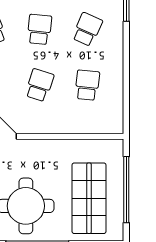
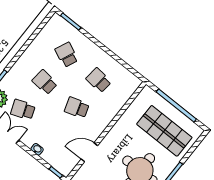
school desk: (39, 85) -> (77, 108), turned -36

